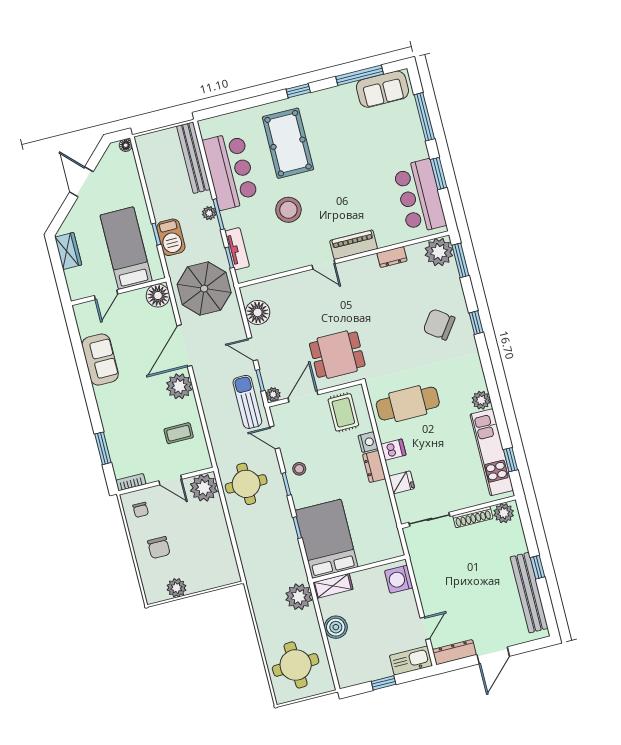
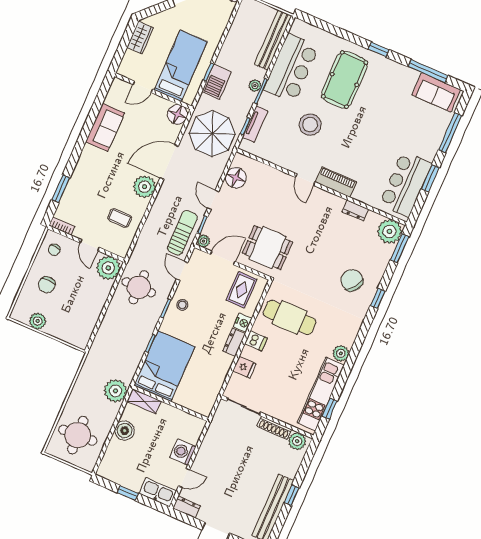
washing machine: (399, 579) -> (183, 452), moved
dresser: (454, 652) -> (187, 507), width x0.70

